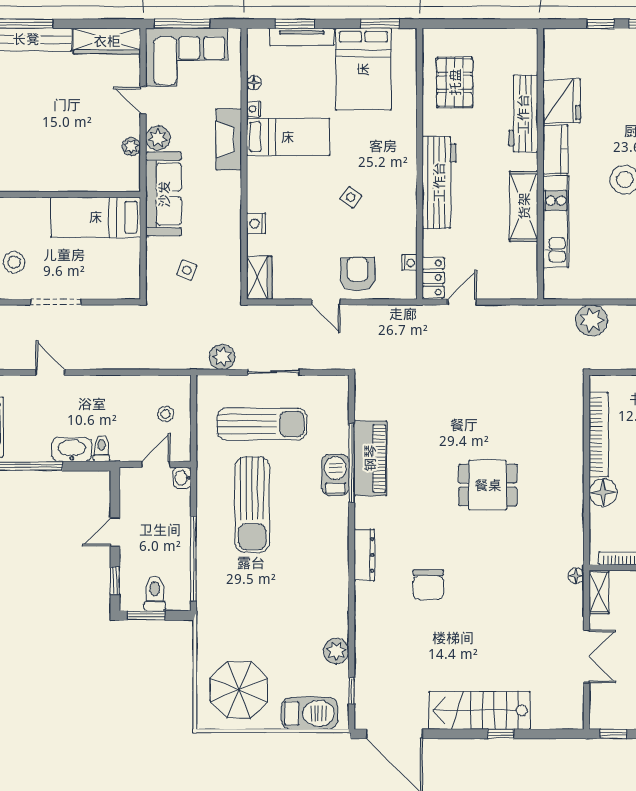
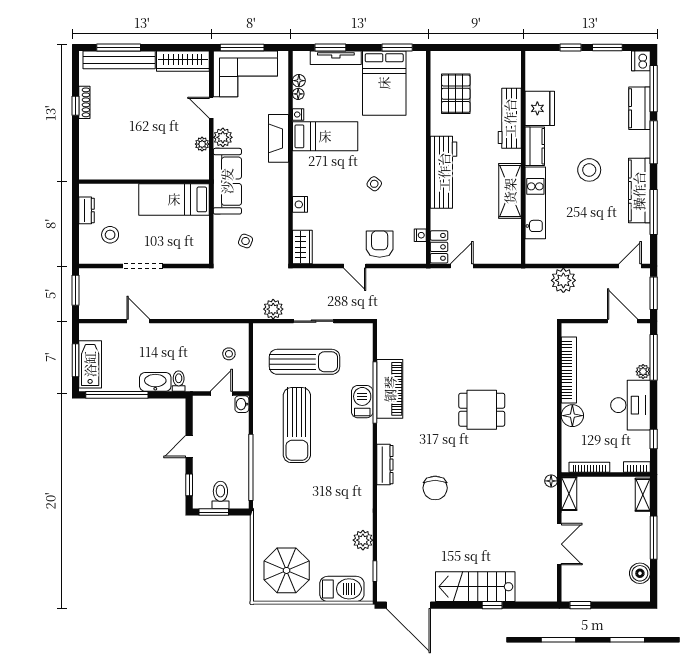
floor lamp: (255, 66) -> (299, 81), added

